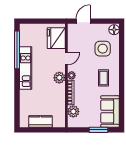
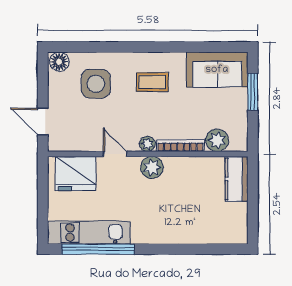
kitchen unit: (26, 68) -> (89, 233), moved
kitchen counter: (40, 121) -> (237, 179), moved

